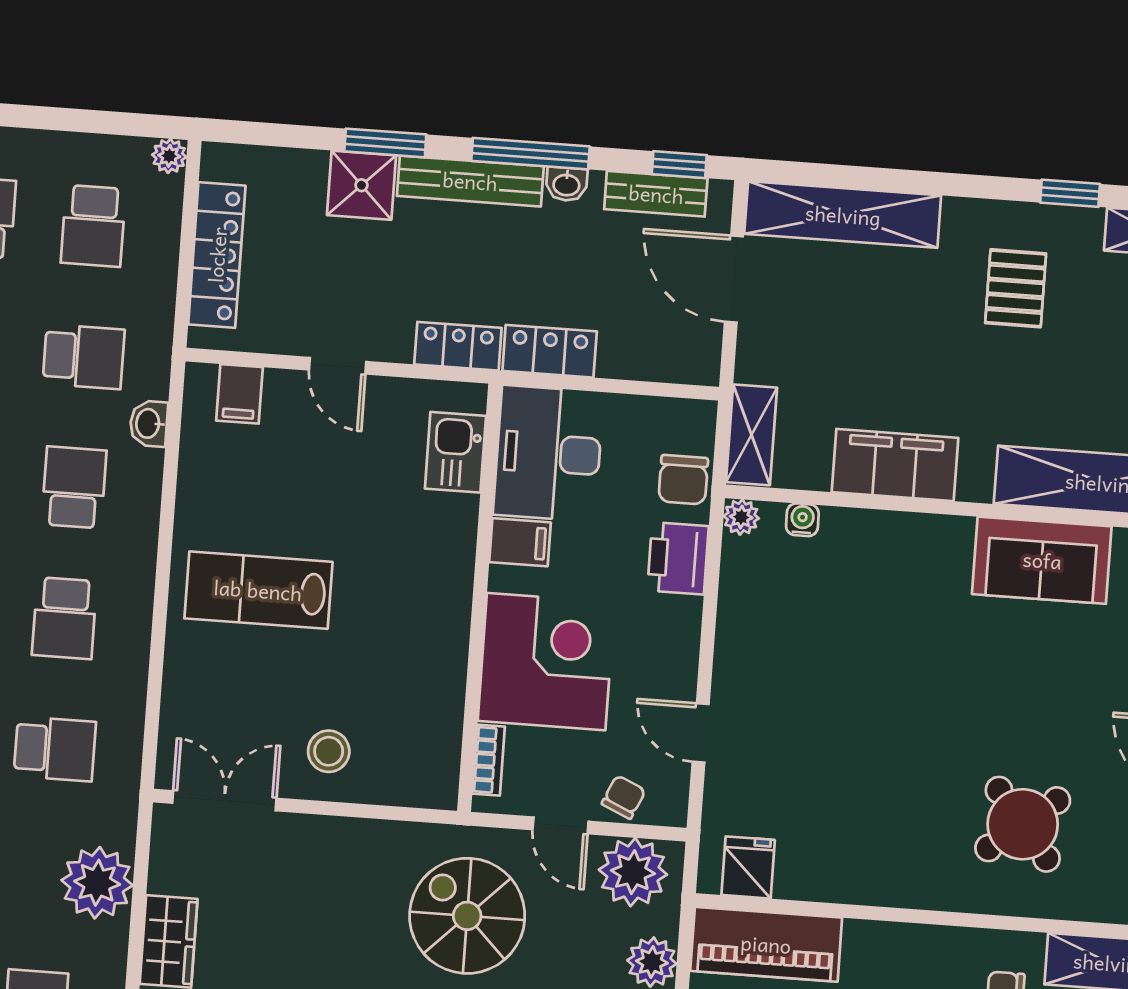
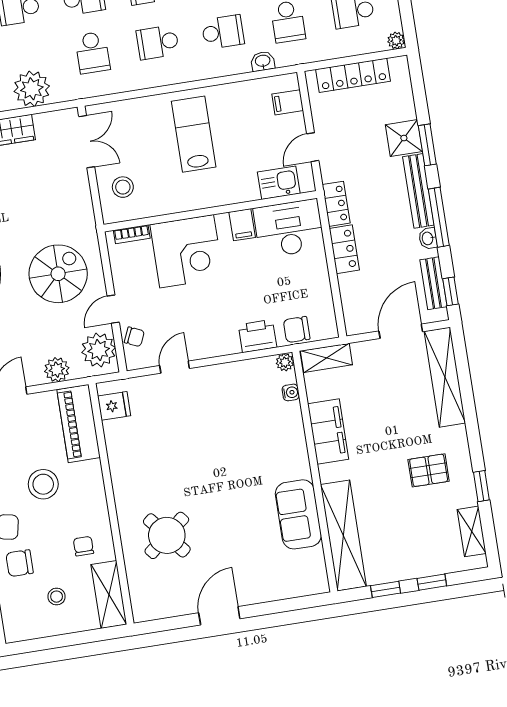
kitchen sink: (455, 452) -> (279, 183), moved
desk: (548, 453) -> (289, 228), moved
filing cabinet: (520, 542) -> (242, 225), moved
wall: (480, 598) -> (210, 211), moved
corner desk: (546, 662) -> (187, 251), moved
bookcase: (489, 760) -> (132, 234), moved

